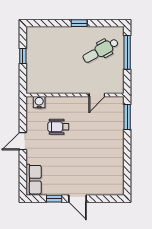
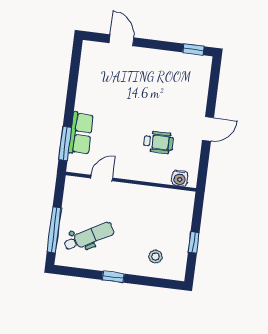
stool: (50, 42) -> (155, 256), added
row of seats: (34, 180) -> (81, 133), moved, turned 180
window: (54, 199) -> (193, 49), moved
door: (78, 199) -> (121, 40), moved

